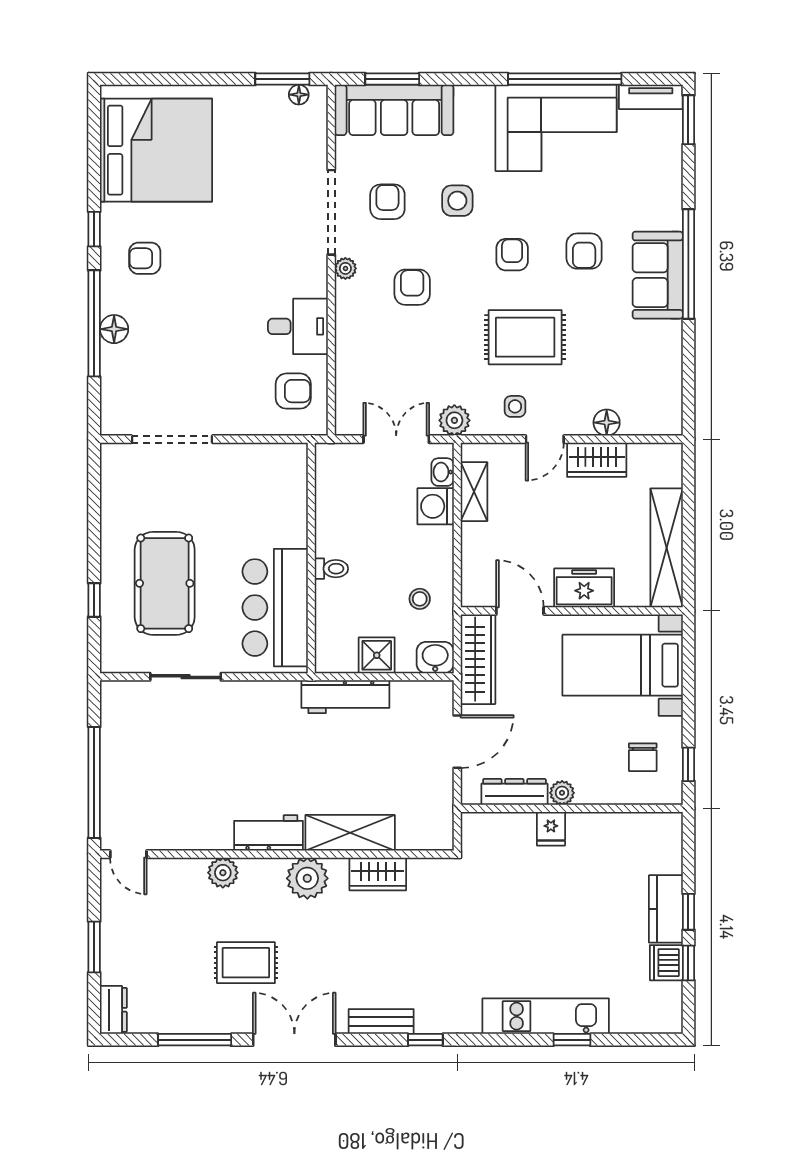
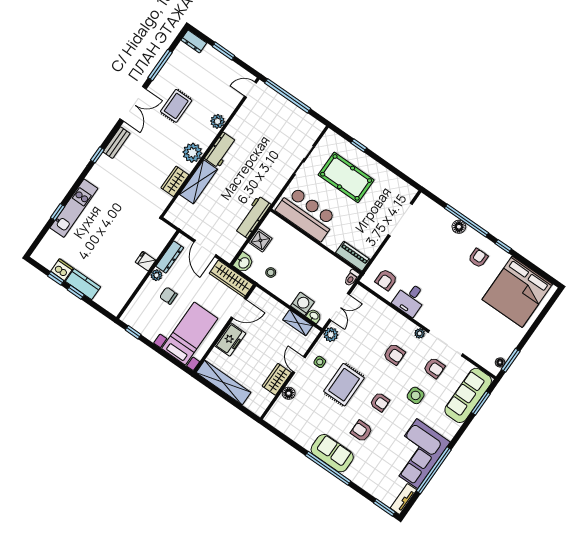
piano: (293, 477) -> (353, 256), added
toilet: (331, 569) -> (352, 278), moved
chair: (643, 757) -> (168, 296), moved

